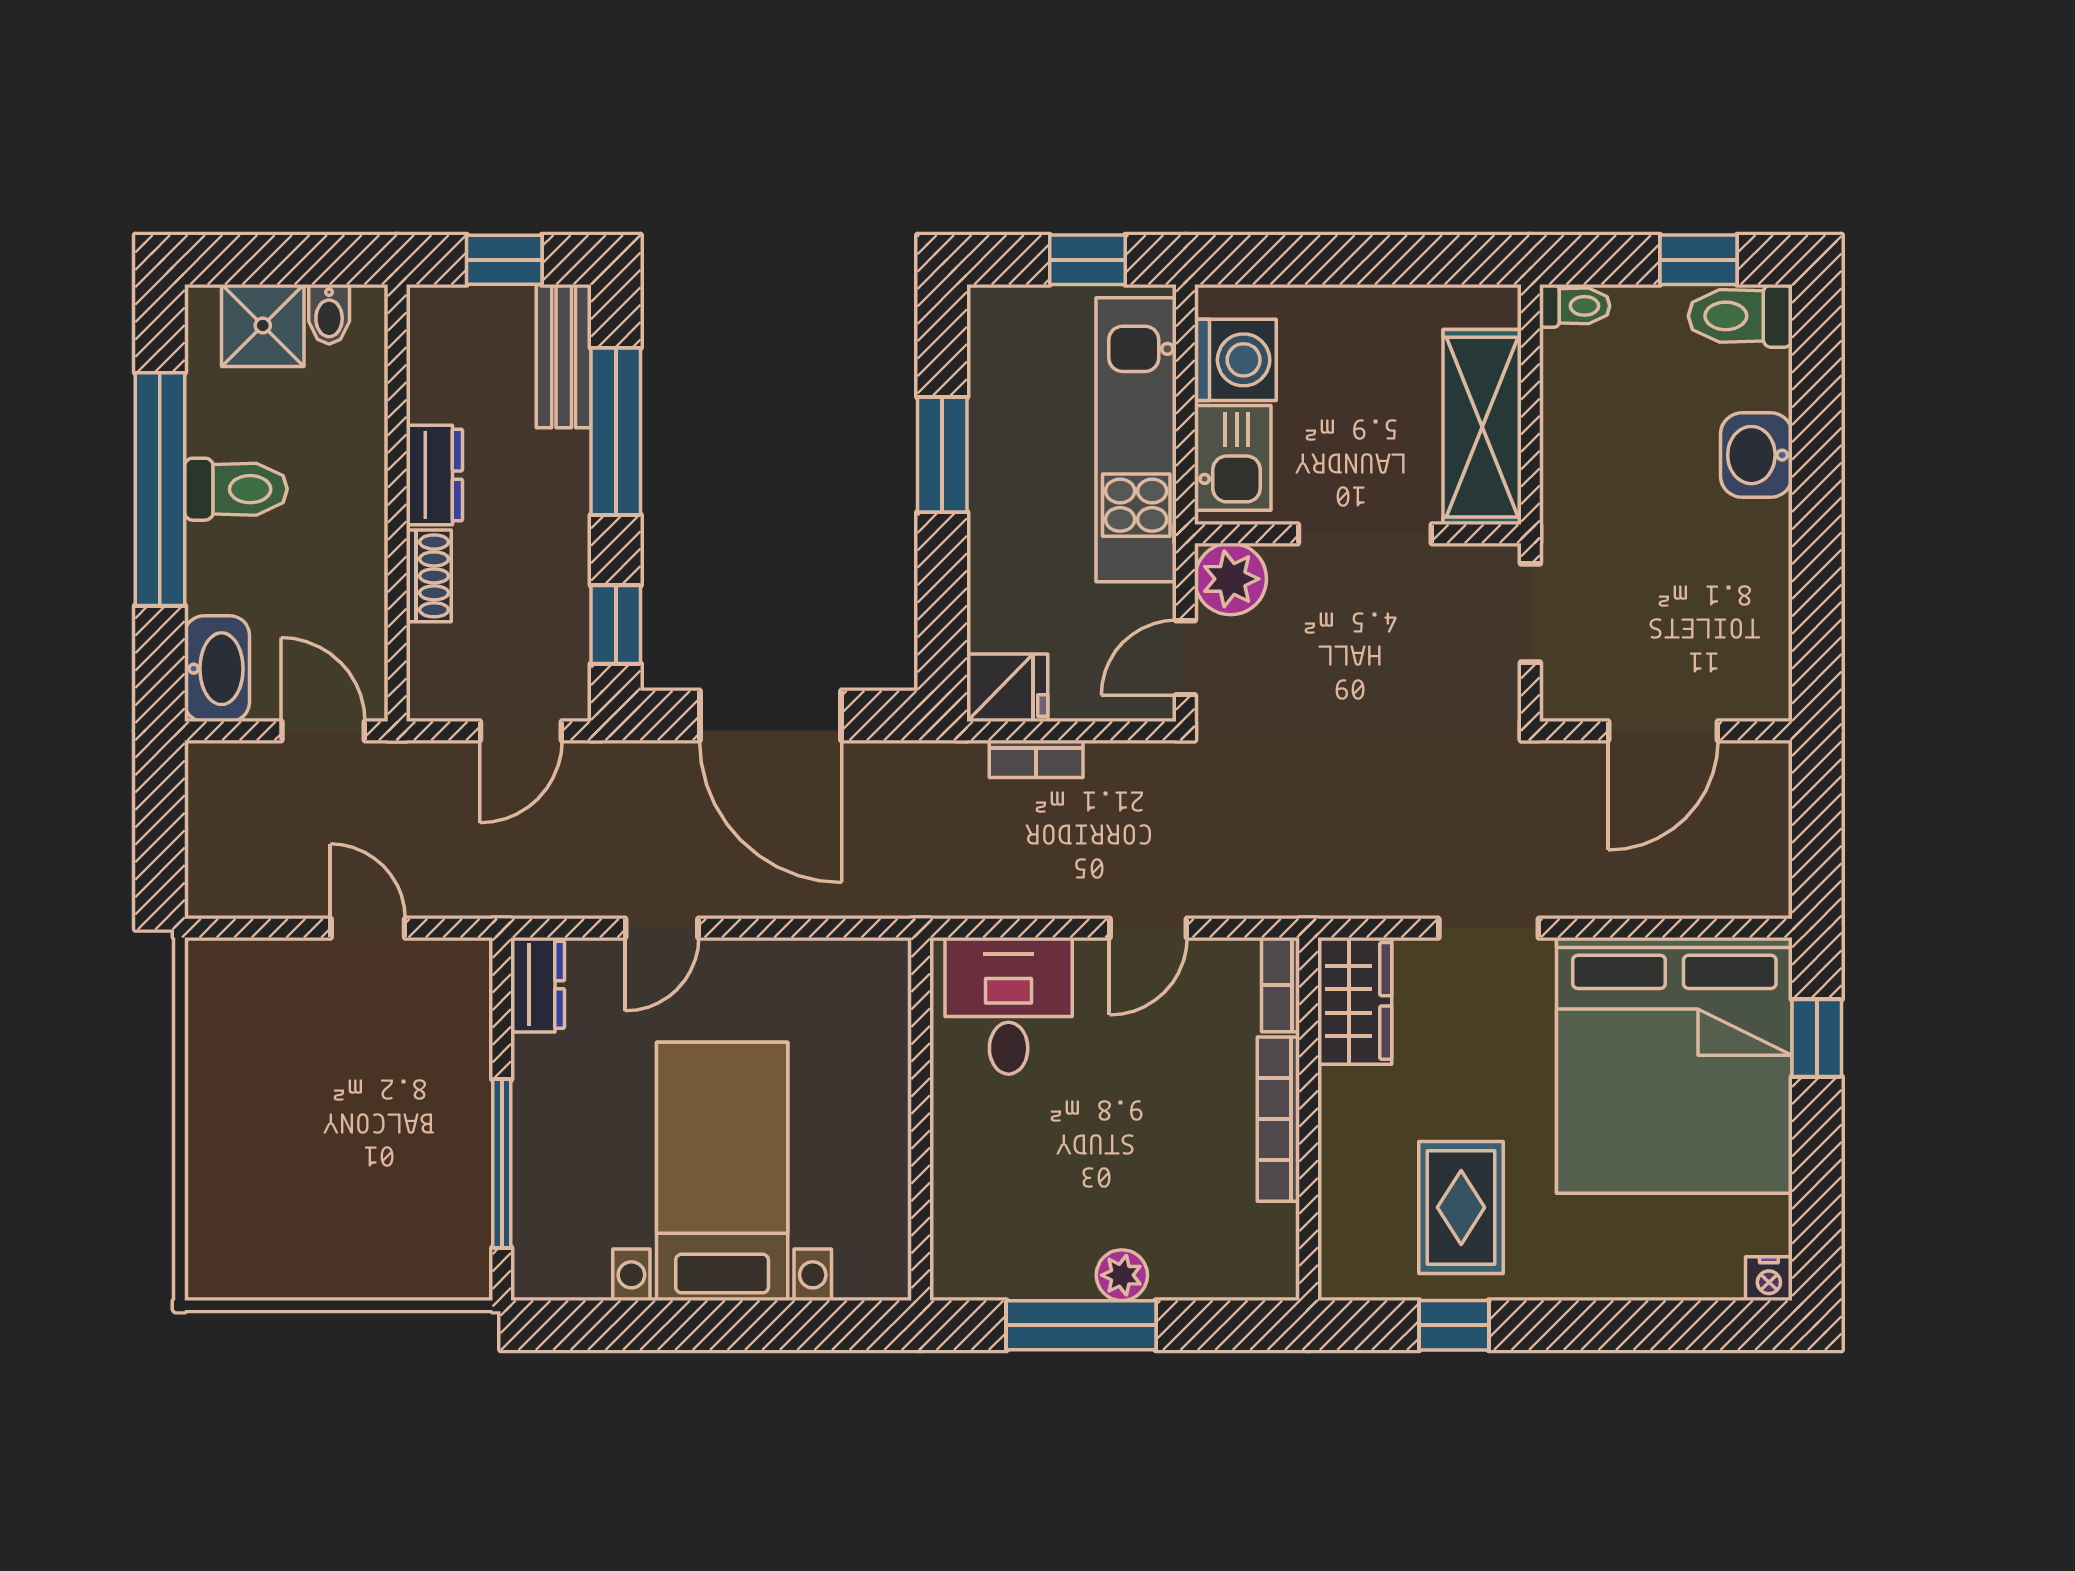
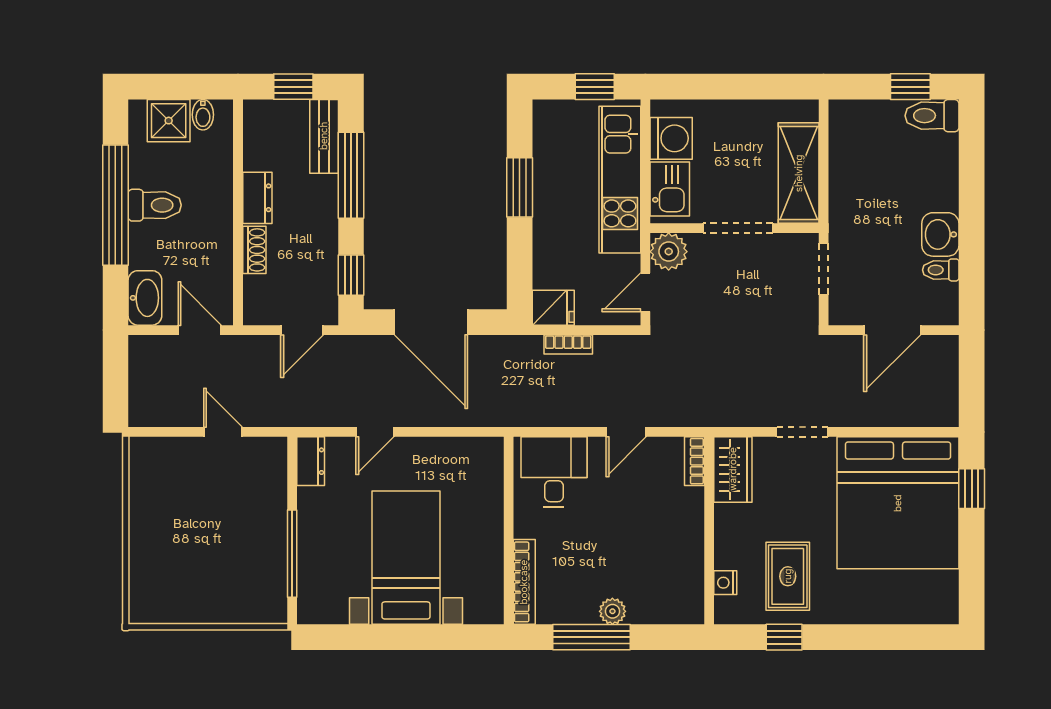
toilet: (1575, 306) -> (941, 270), moved, turned 180
washbasin: (1756, 455) -> (940, 234), moved
bookcase: (1278, 1119) -> (524, 582), moved, turned 180
nightstand: (1769, 1279) -> (725, 583), moved, turned 90

